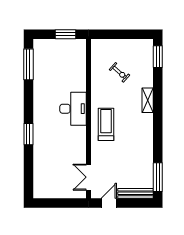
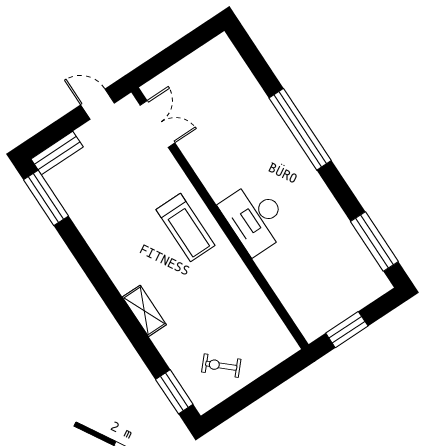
exercise bike: (120, 72) -> (221, 366), moved
window: (28, 134) -> (300, 129), width x2.11
bench: (136, 193) -> (57, 153), width x0.73
door: (109, 203) -> (98, 104), swing flipped

